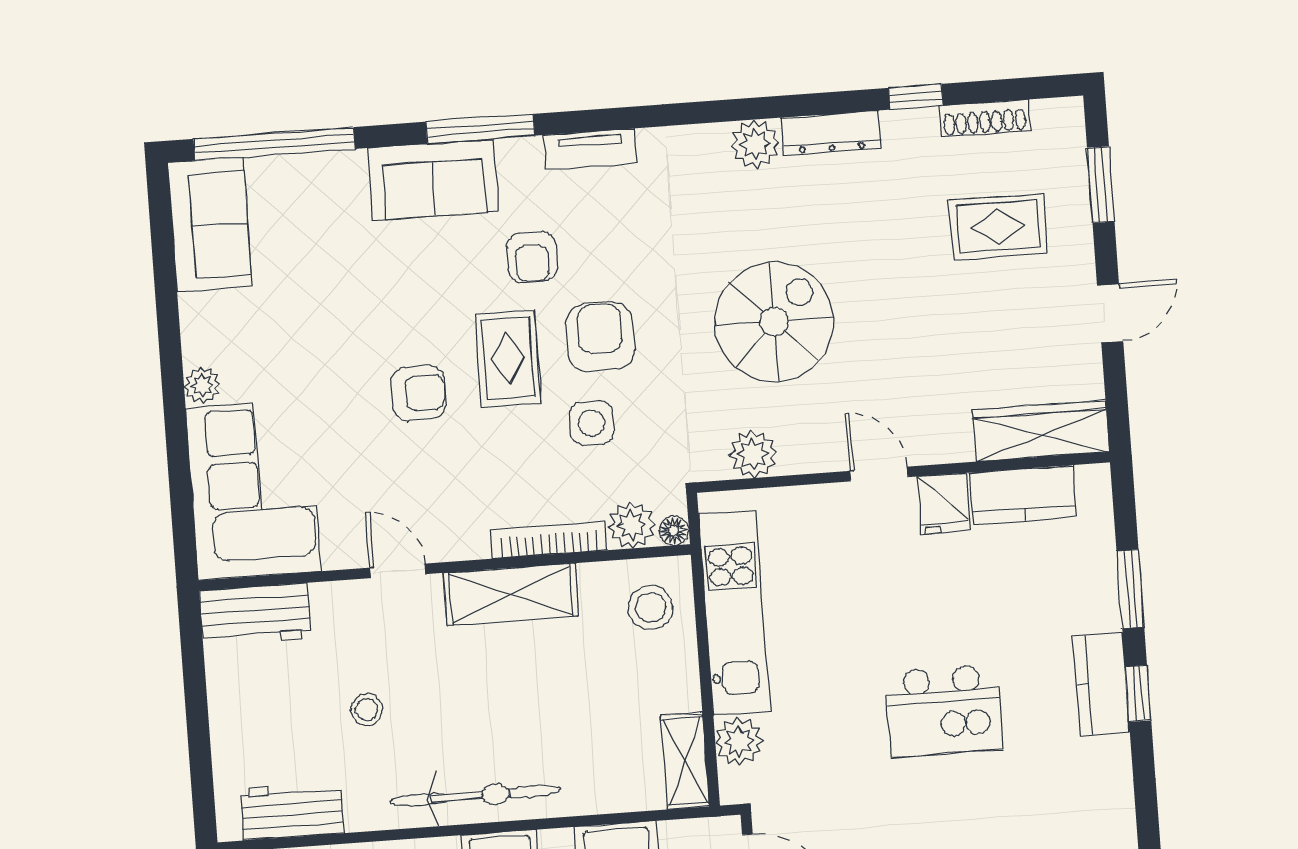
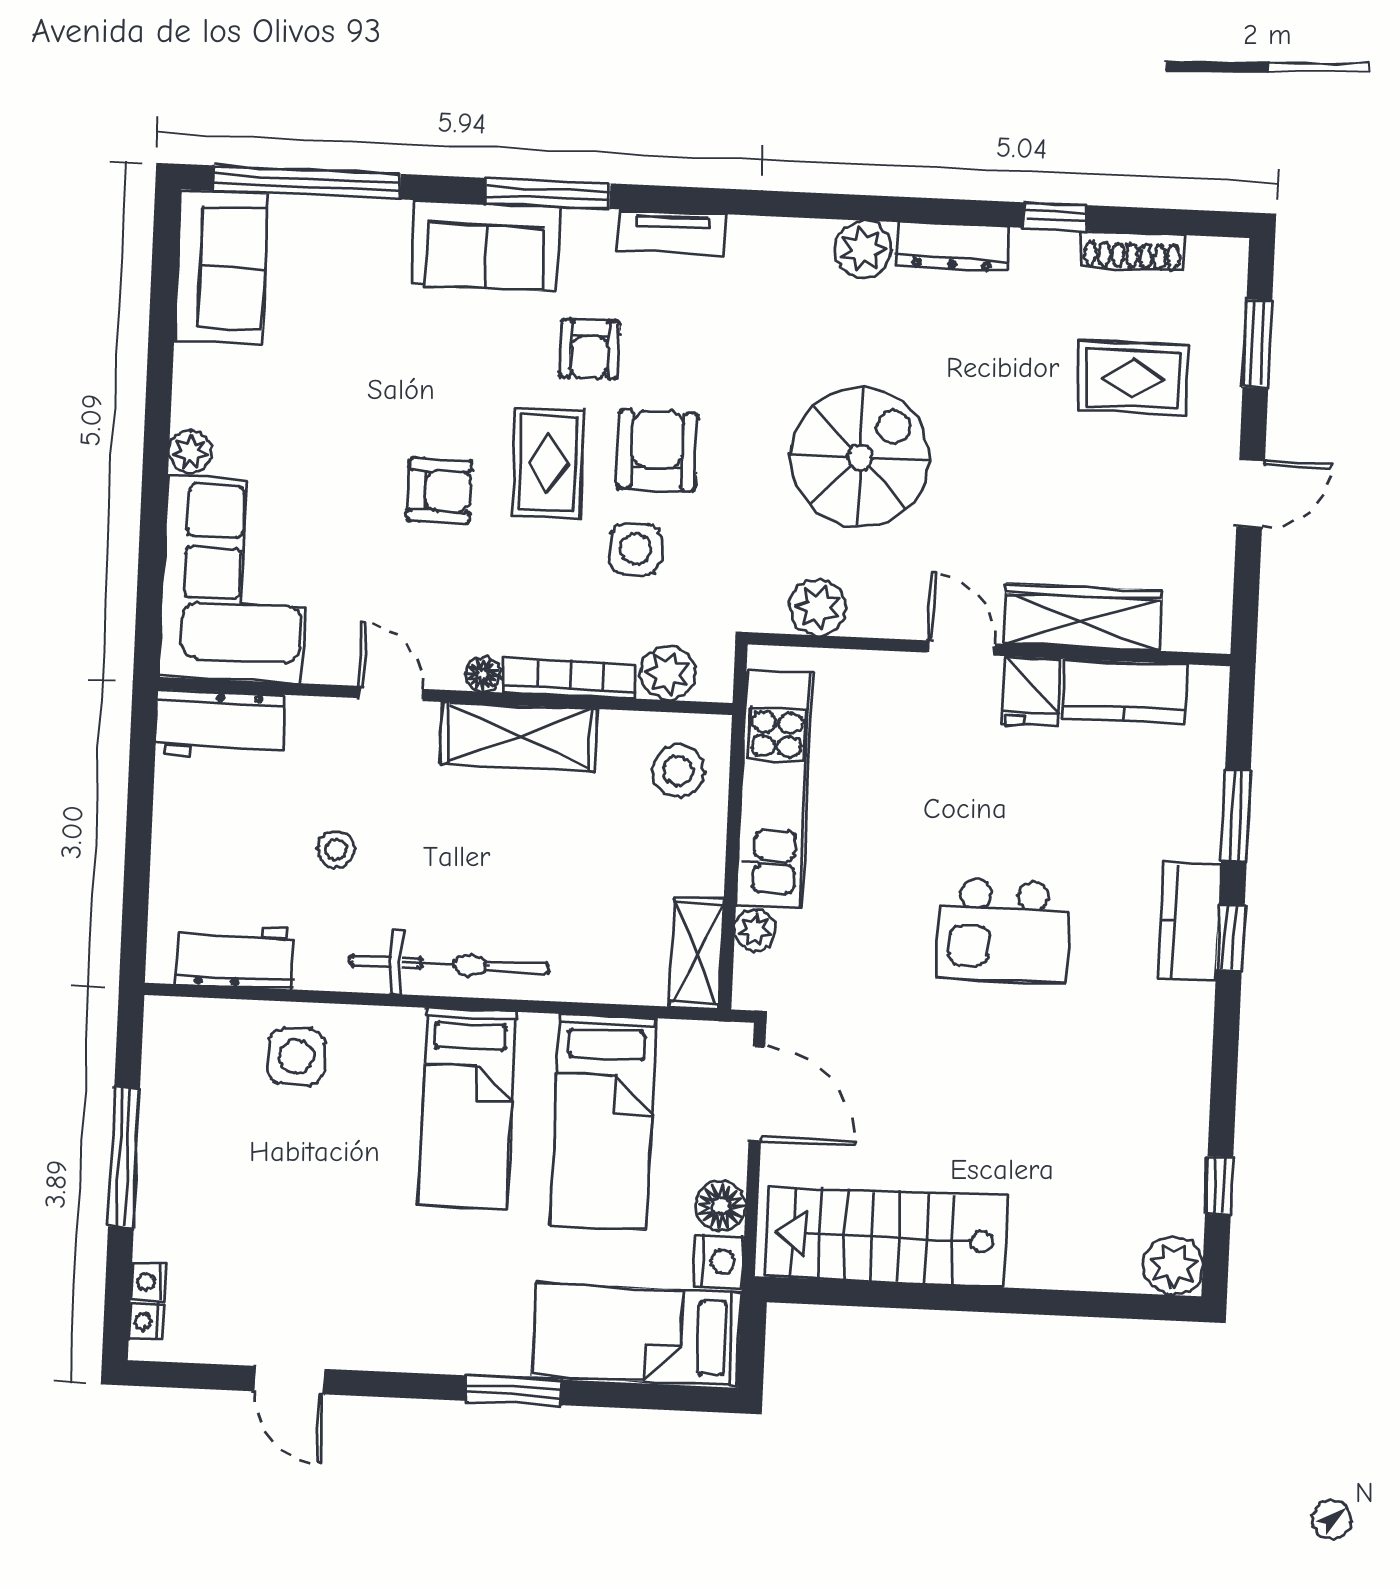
wardrobe: (1041, 431) -> (1083, 617), moved
floor lamp: (674, 531) -> (483, 674), moved
plant: (739, 742) -> (755, 930), width x0.73, depth x0.73

